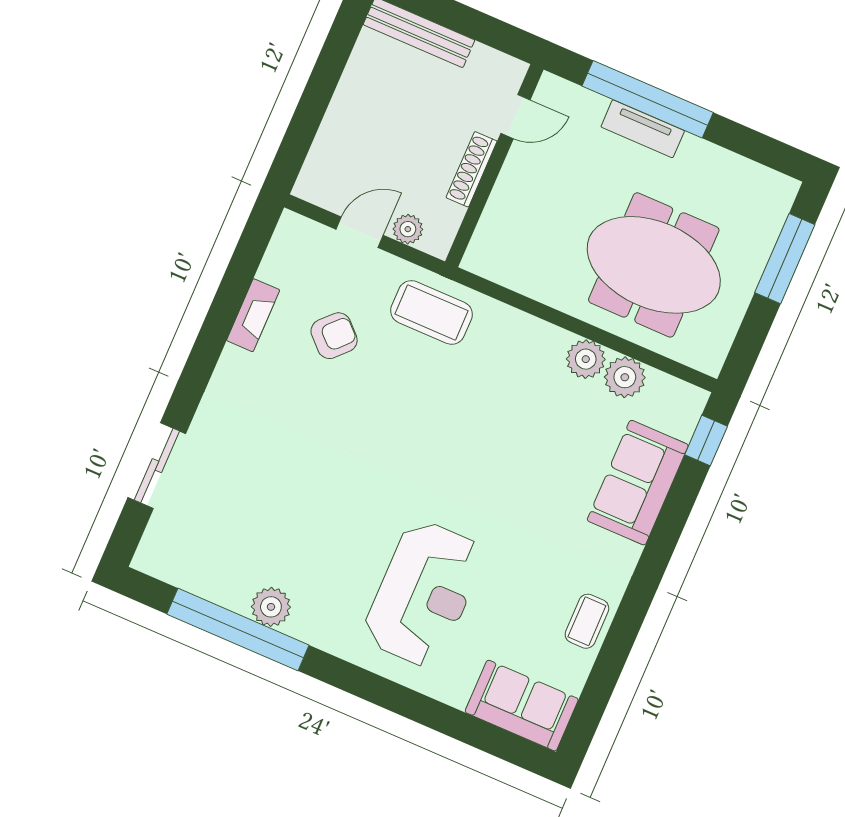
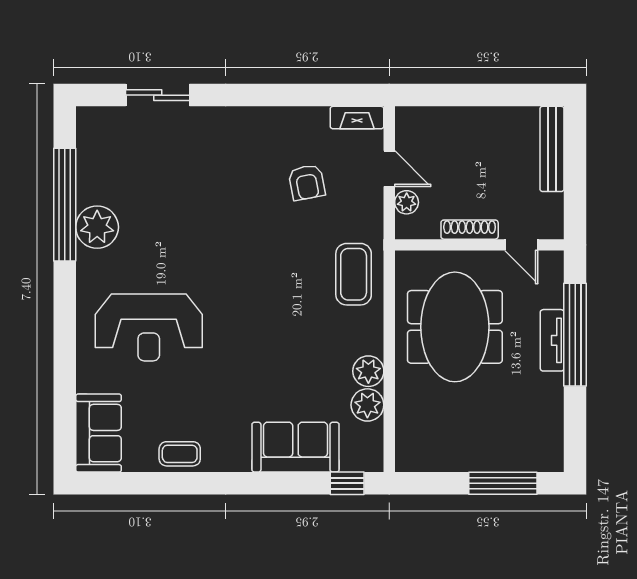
meeting table: (654, 265) -> (455, 327), moved
coffee table: (431, 312) -> (354, 274), moved
fireplace: (253, 315) -> (357, 118), moved
armchair: (334, 336) -> (307, 182), turned 35
plant: (271, 607) -> (97, 227), width x1.36, depth x1.36

